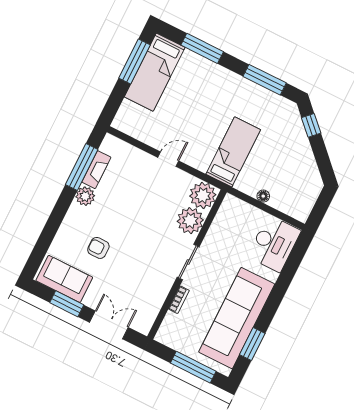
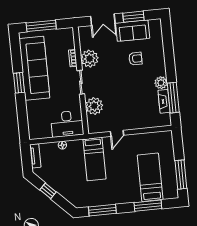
bed: (155, 72) -> (150, 177), moved
window: (311, 125) -> (48, 191), moved
door: (168, 159) -> (117, 133), moved
plant: (203, 195) -> (90, 59), moved
tv unit: (307, 204) -> (35, 156), added
desk: (274, 244) -> (67, 124), moved, turned -90
sofa: (64, 279) -> (133, 31), moved
window: (252, 344) -> (19, 83), moved

